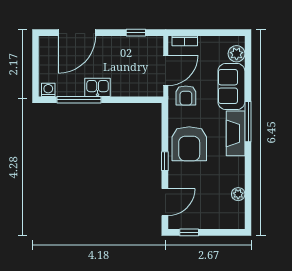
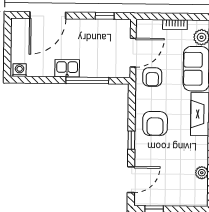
bookcase: (185, 41) -> (175, 25), moved
window: (79, 100) -> (87, 80), moved
armchair: (189, 144) -> (155, 124), width x0.73, depth x0.73

